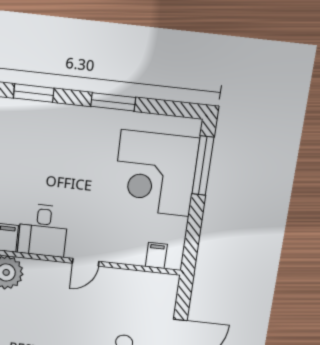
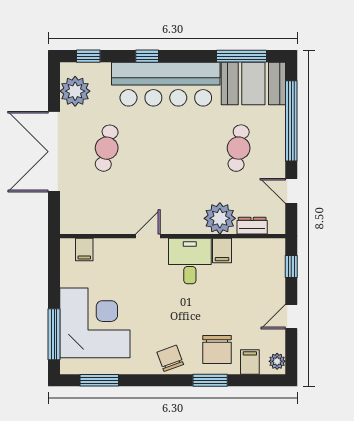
window: (113, 102) -> (99, 380), moved
chair: (76, 124) -> (170, 358), added
chair: (23, 128) -> (217, 350), added

